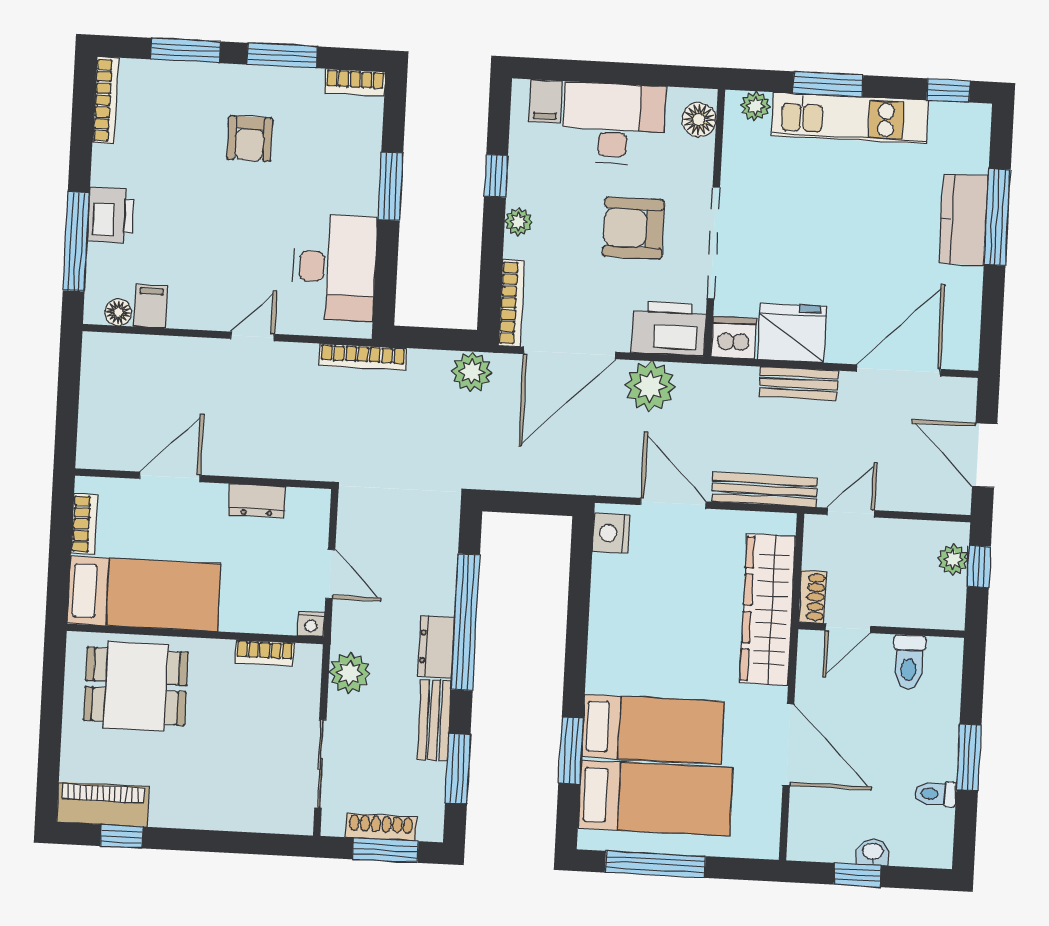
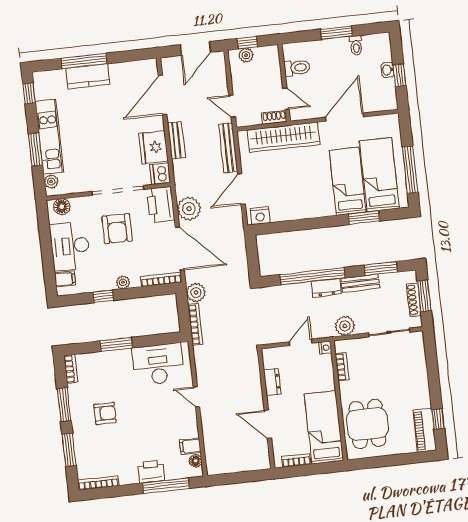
bookcase: (363, 357) -> (195, 324), moved
door: (898, 370) -> (163, 95), hinge flipped

